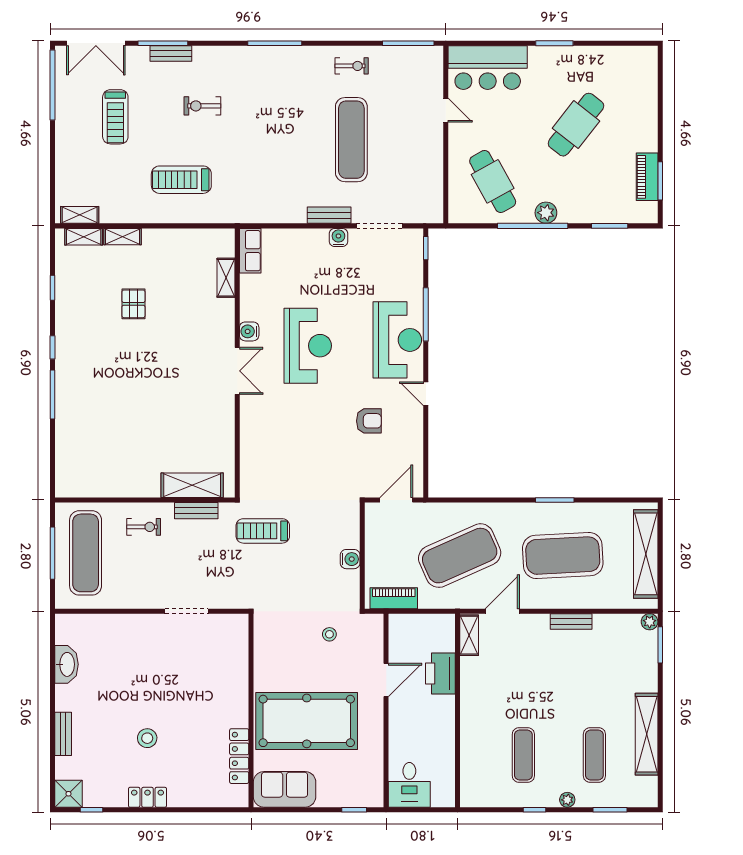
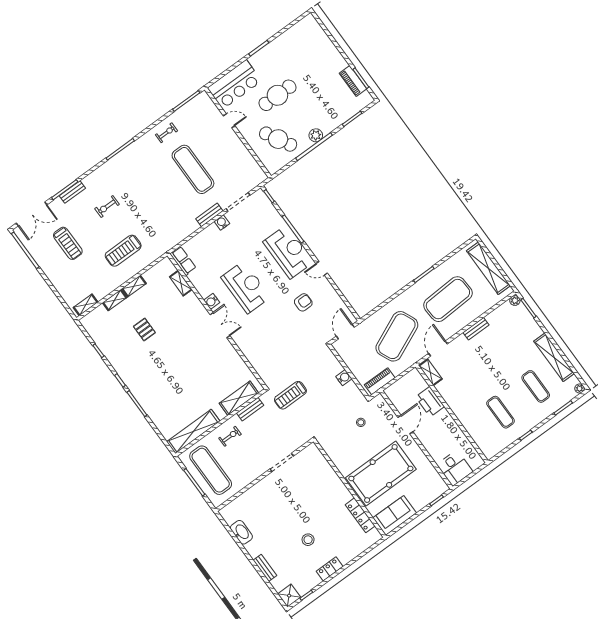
cafe table: (576, 125) -> (277, 95), moved, turned 52
shelving: (84, 237) -> (134, 286), moved
shelving: (100, 485) -> (193, 431), added
plant: (567, 800) -> (580, 388), moved

